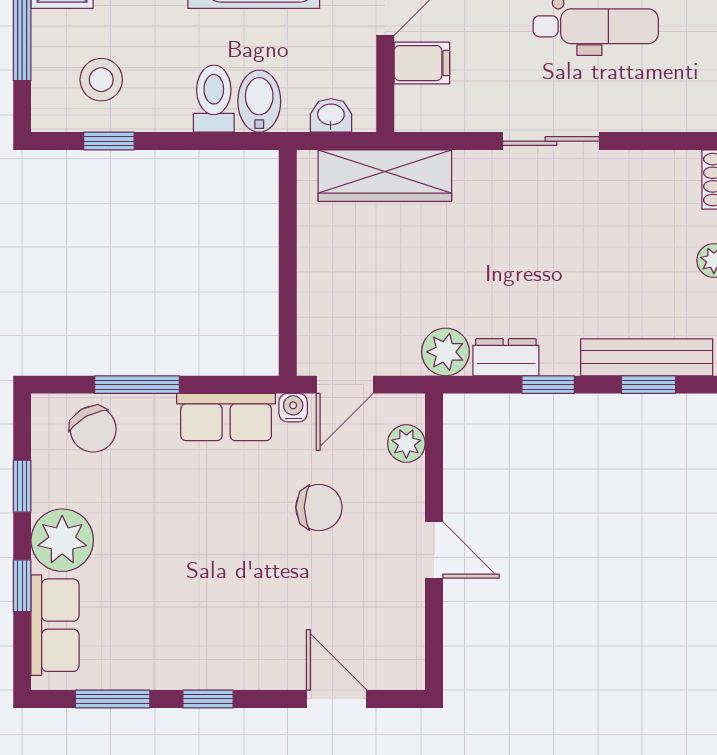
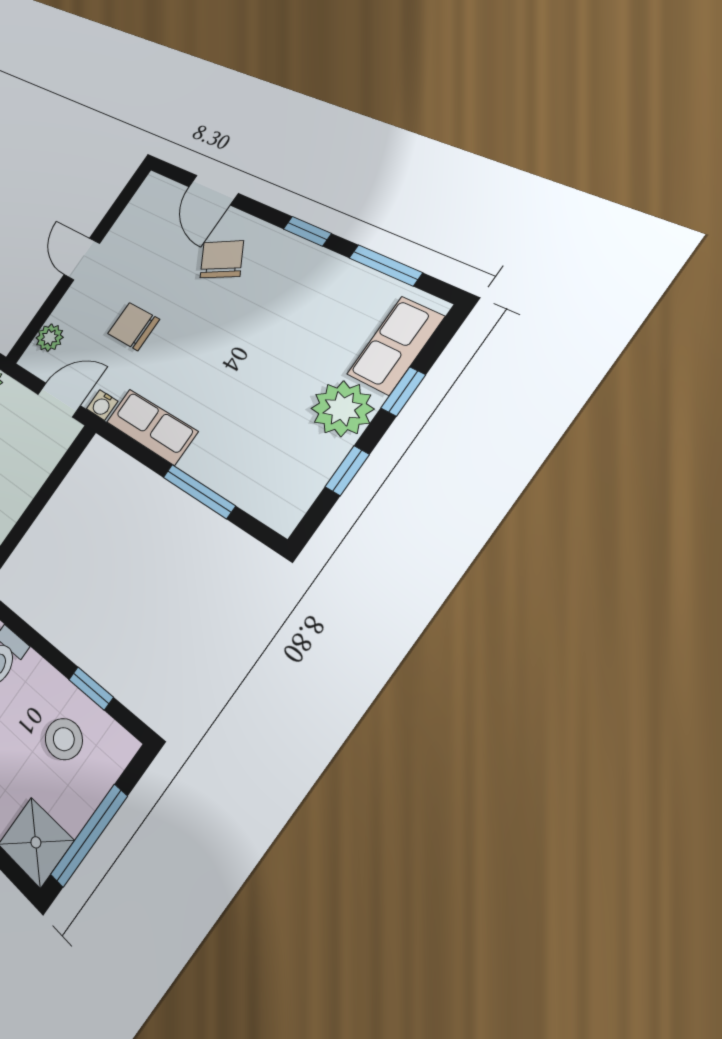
chair: (93, 429) -> (222, 259), moved

